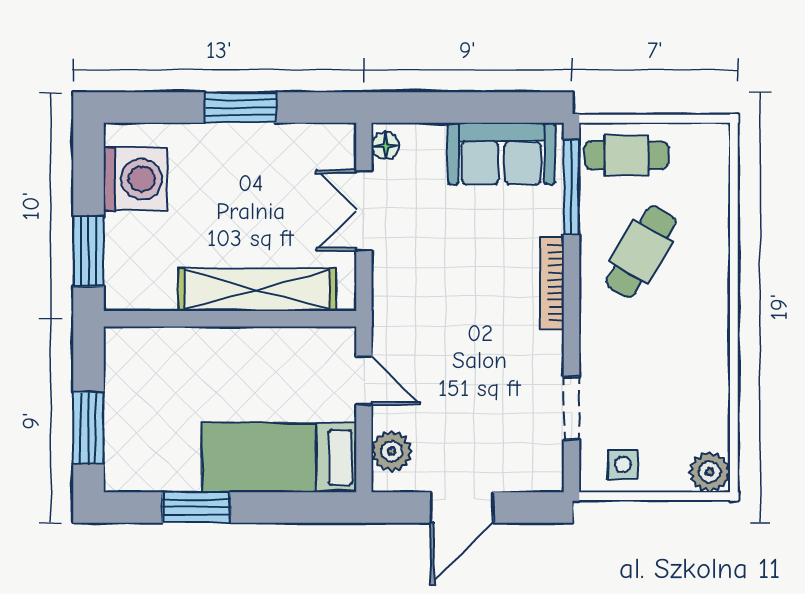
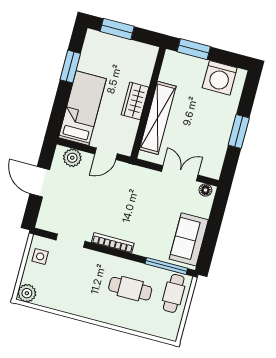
cafe table: (641, 252) -> (130, 289), turned -30
bookcase: (552, 283) -> (113, 243), moved
wardrobe: (233, 348) -> (135, 101), added

